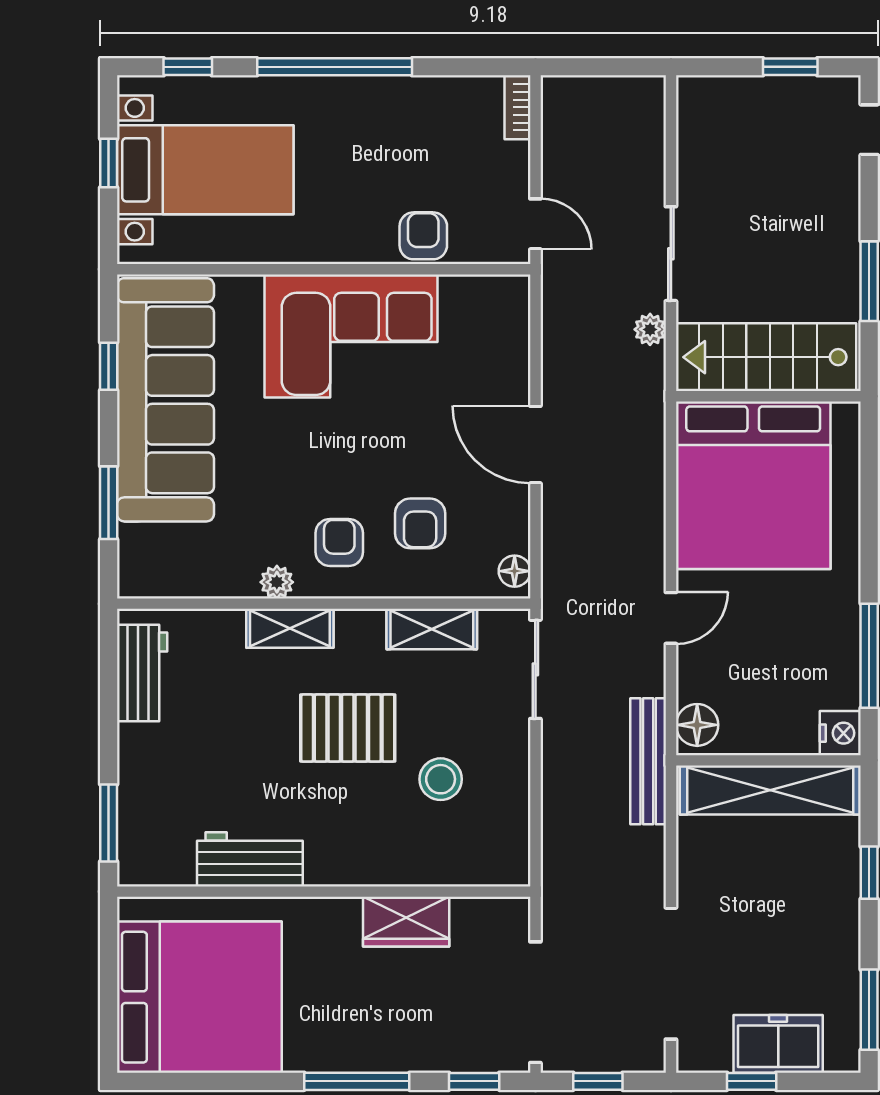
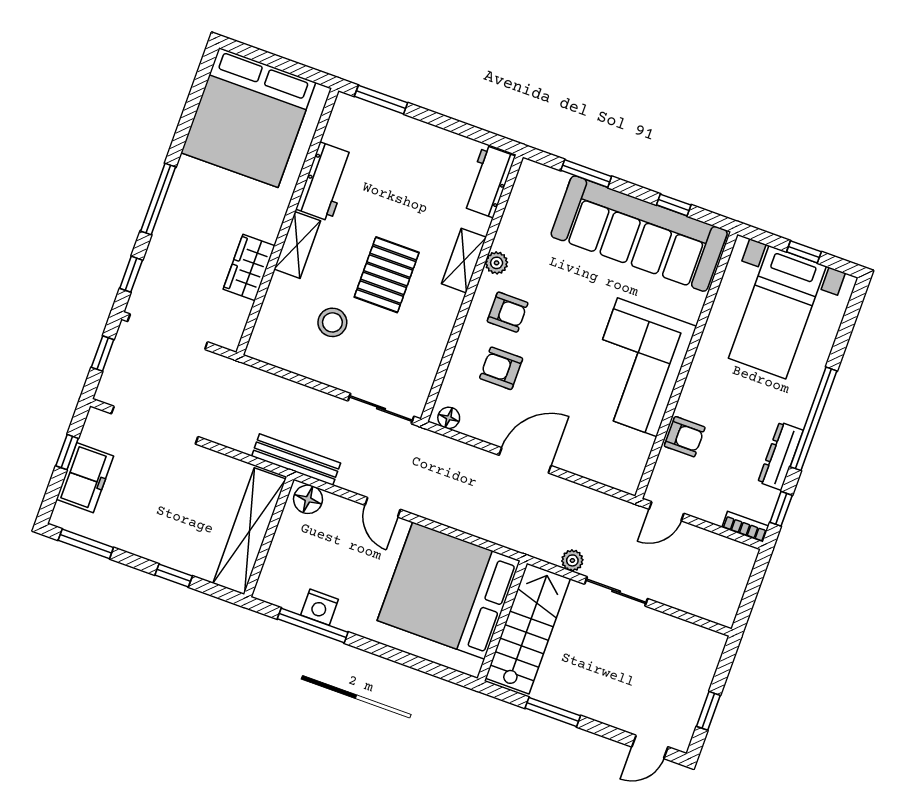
window: (188, 67) -> (781, 509), moved
dresser: (402, 94) -> (781, 456), added
shelving: (432, 629) -> (297, 245), moved
workbench: (142, 673) -> (489, 181), moved, turned 90
nightstand: (840, 733) -> (320, 607), moved

